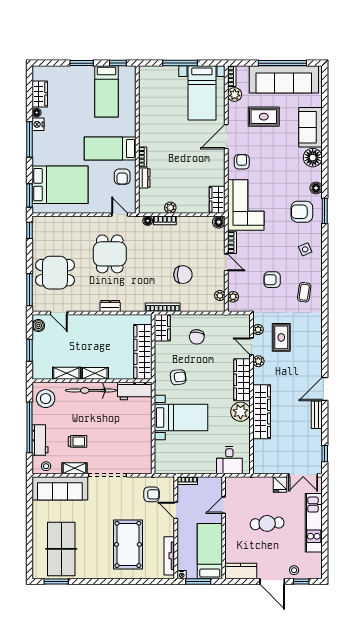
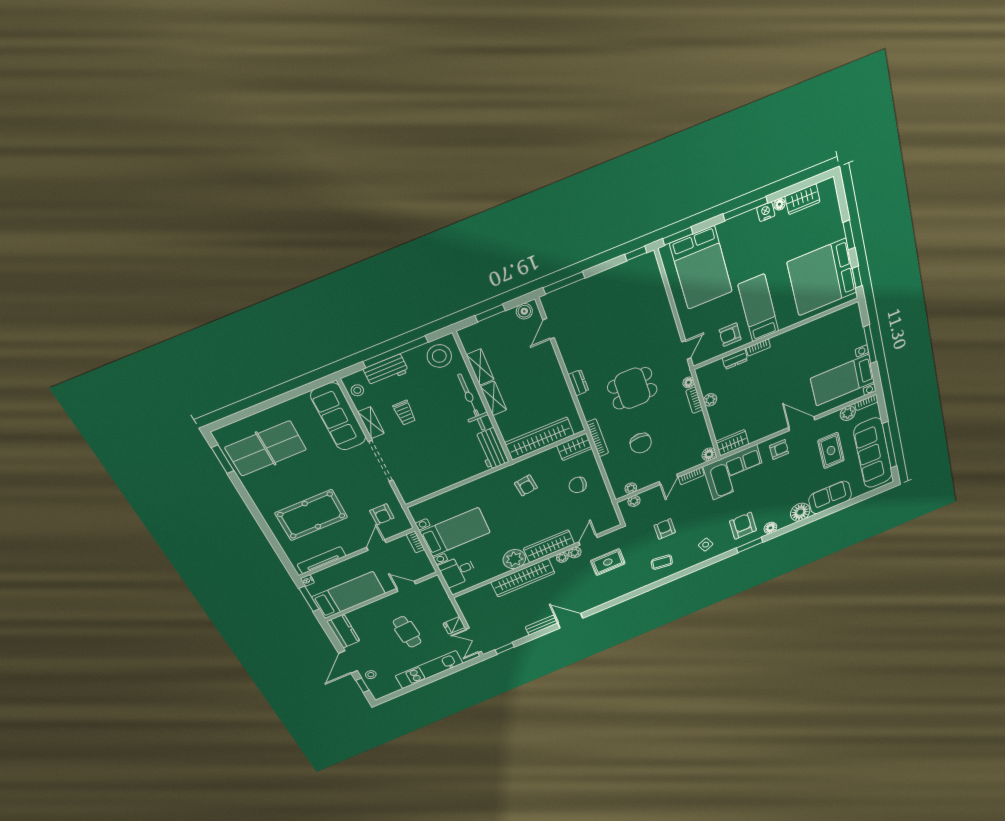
bed: (106, 91) -> (822, 277), width x2.04
dining table: (110, 254) -> (632, 388), moved
dining table: (55, 273) -> (595, 305), removed
plant: (258, 330) -> (562, 557), moved
bed with nightstands: (181, 418) -> (455, 532), moved, turned -90

